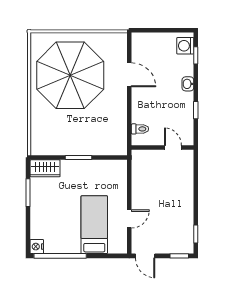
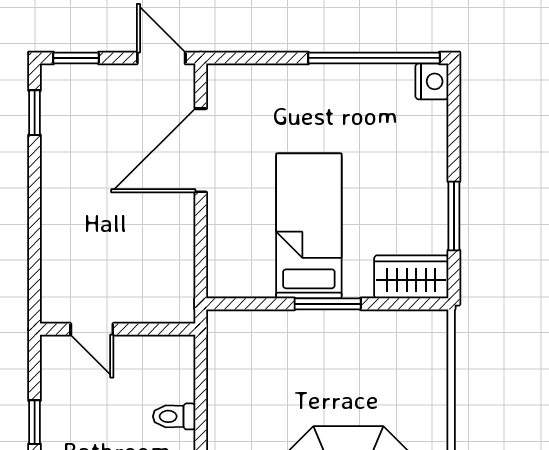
toilet: (140, 129) -> (174, 416), moved
door: (129, 219) -> (201, 150), width x1.87
bed: (94, 225) -> (309, 226), moved, turned 180

